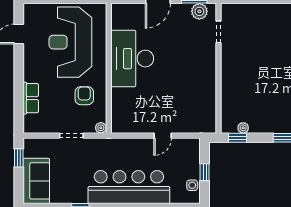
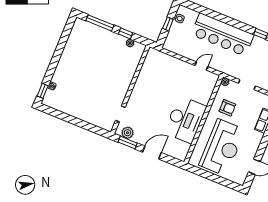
armchair: (84, 96) -> (227, 108), turned -90
door: (163, 136) -> (201, 66), moved
window: (238, 138) -> (126, 33), moved

